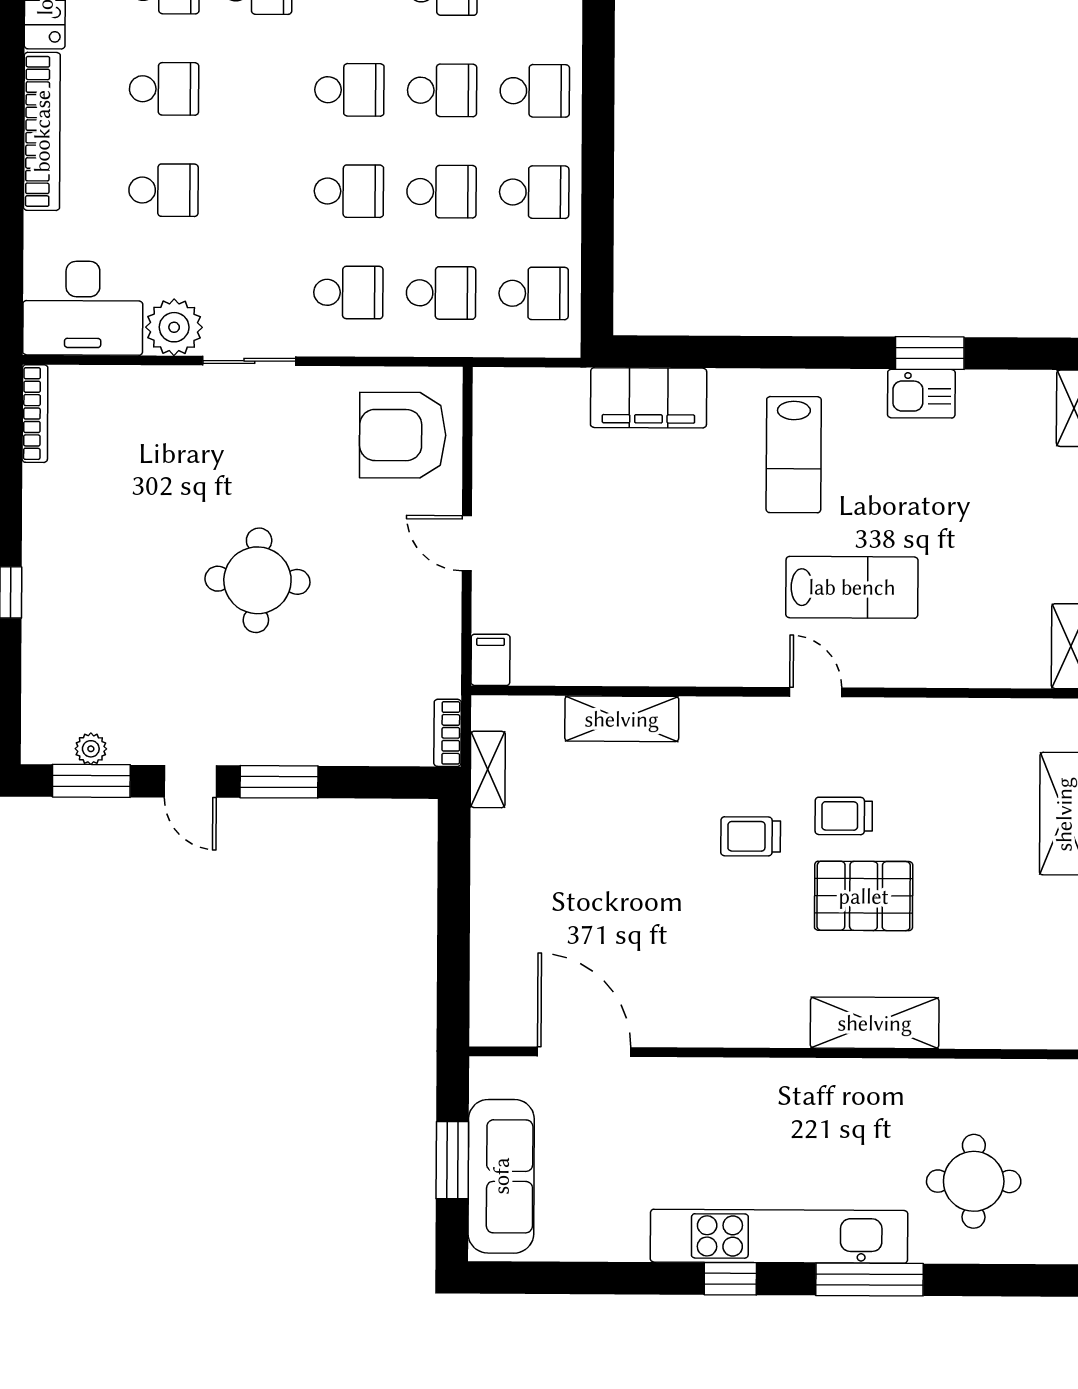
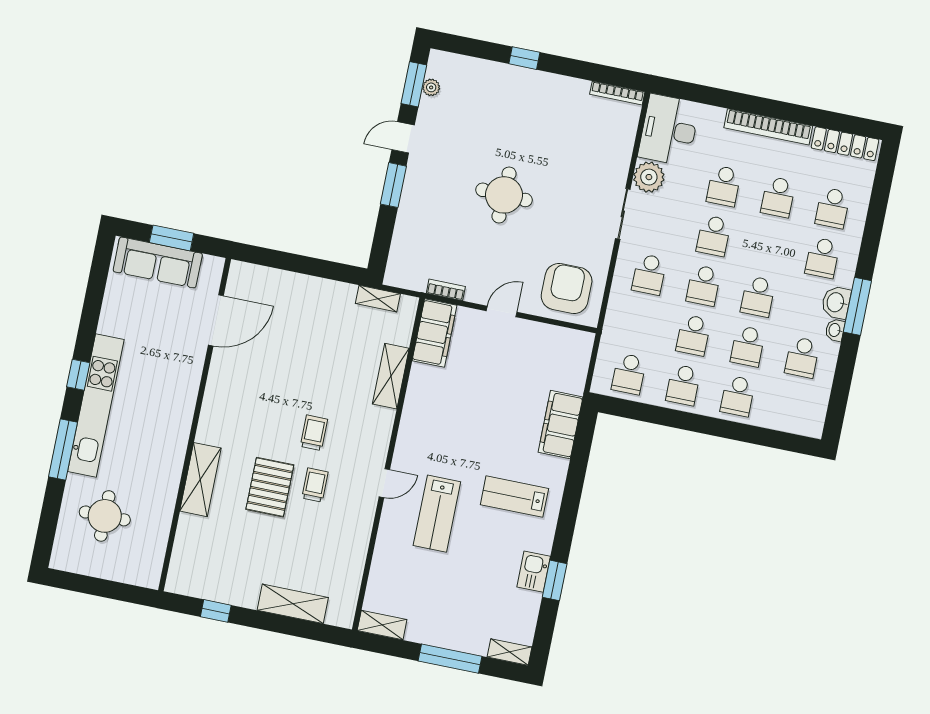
school desk: (441, 293) -> (714, 236), moved
filing cabinet: (490, 660) -> (435, 333), width x3.00, depth x1.17
bookcase: (448, 733) -> (446, 290), moved

